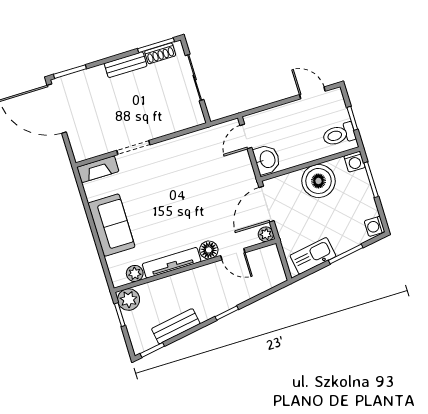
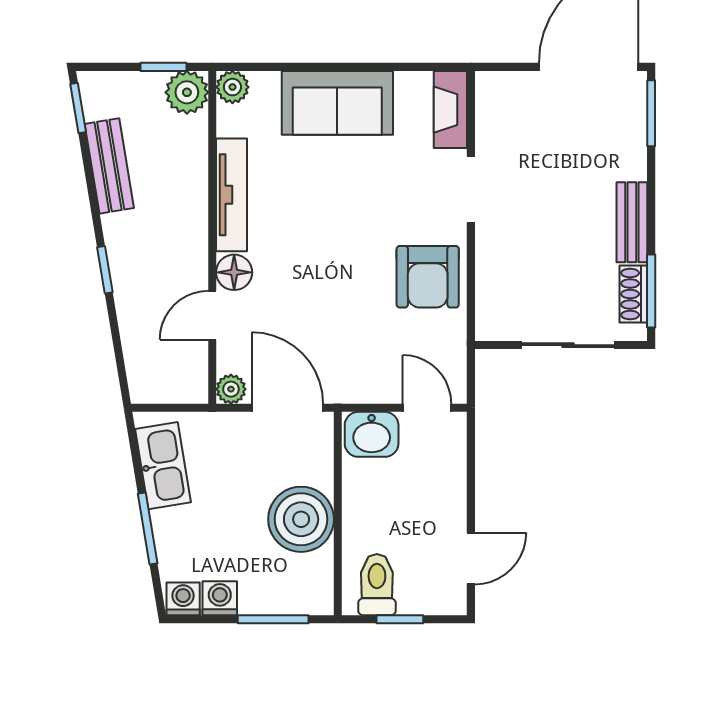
armchair: (182, 156) -> (428, 277), added
washing machine: (354, 162) -> (220, 598), moved, turned 90
plant: (135, 273) -> (232, 87), moved

